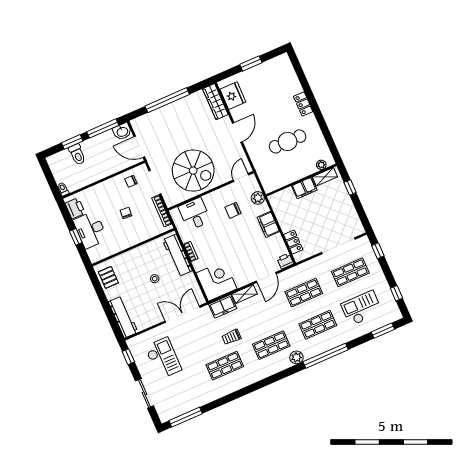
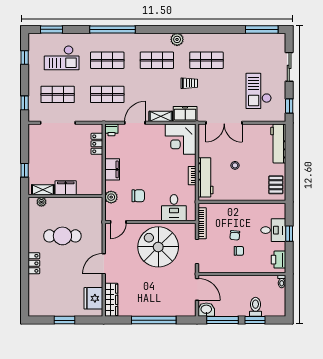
chair: (131, 181) -> (239, 251), moved
desk: (90, 230) -> (273, 230), width x0.73
plant: (296, 357) -> (177, 39), moved

